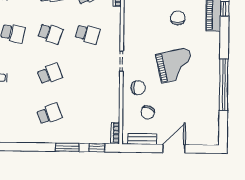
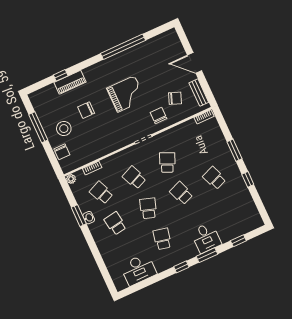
school desk: (88, 34) -> (134, 178), turned -39
grand piano: (175, 65) -> (126, 94), turned 103
school desk: (87, 74) -> (167, 162), added
window: (97, 148) -> (248, 179), moved

